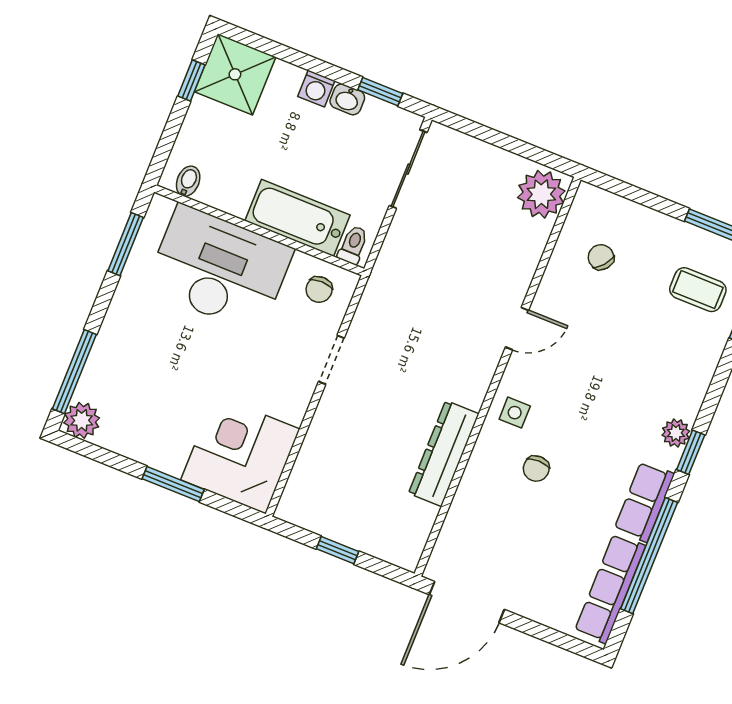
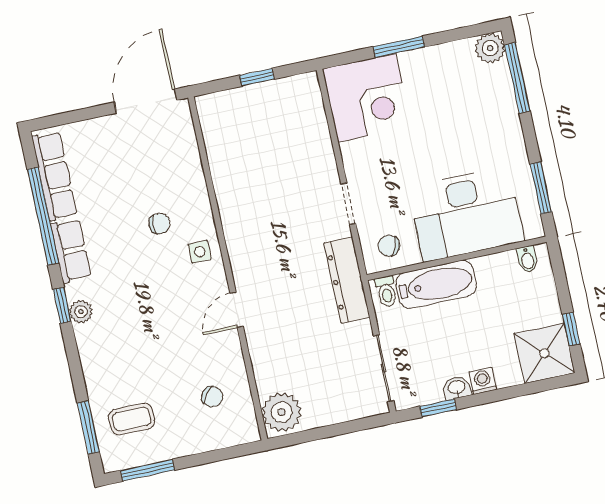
chair: (319, 289) -> (389, 246), turned -67
dresser: (444, 454) -> (347, 280), moved, turned 180
chair: (536, 469) -> (159, 224), turned 90

